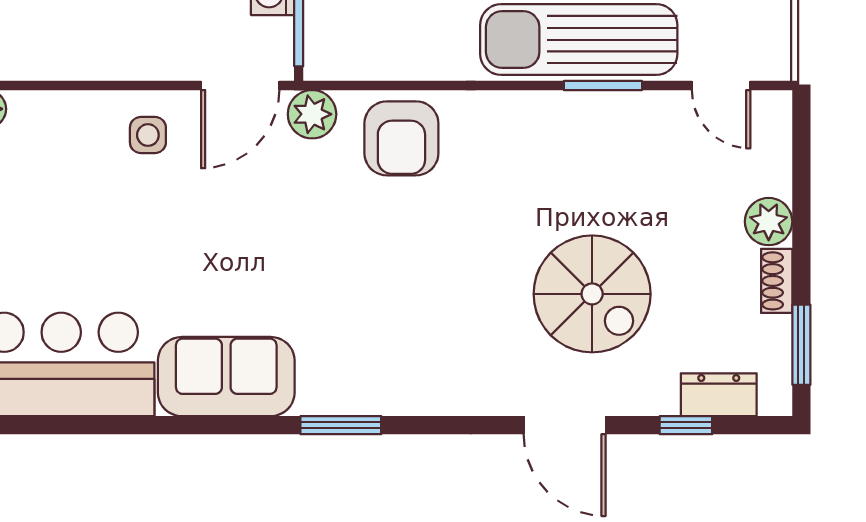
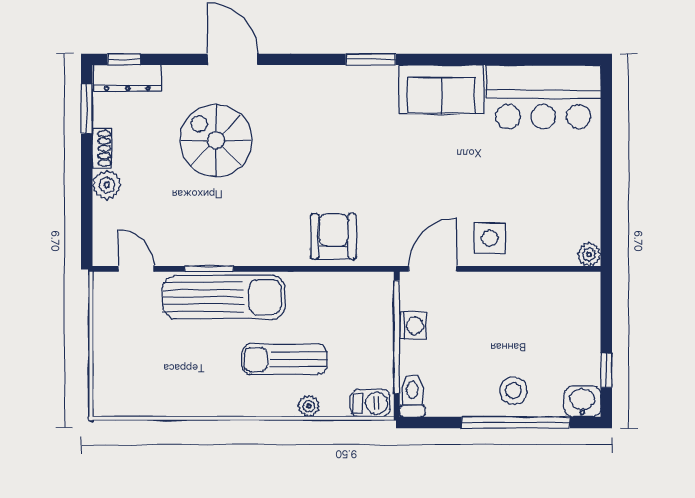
plant: (312, 114) -> (389, 251), removed
side table: (148, 135) -> (490, 238), width x1.37, depth x1.37
dresser: (719, 395) -> (127, 78), width x1.44
window: (686, 425) -> (124, 59), moved

